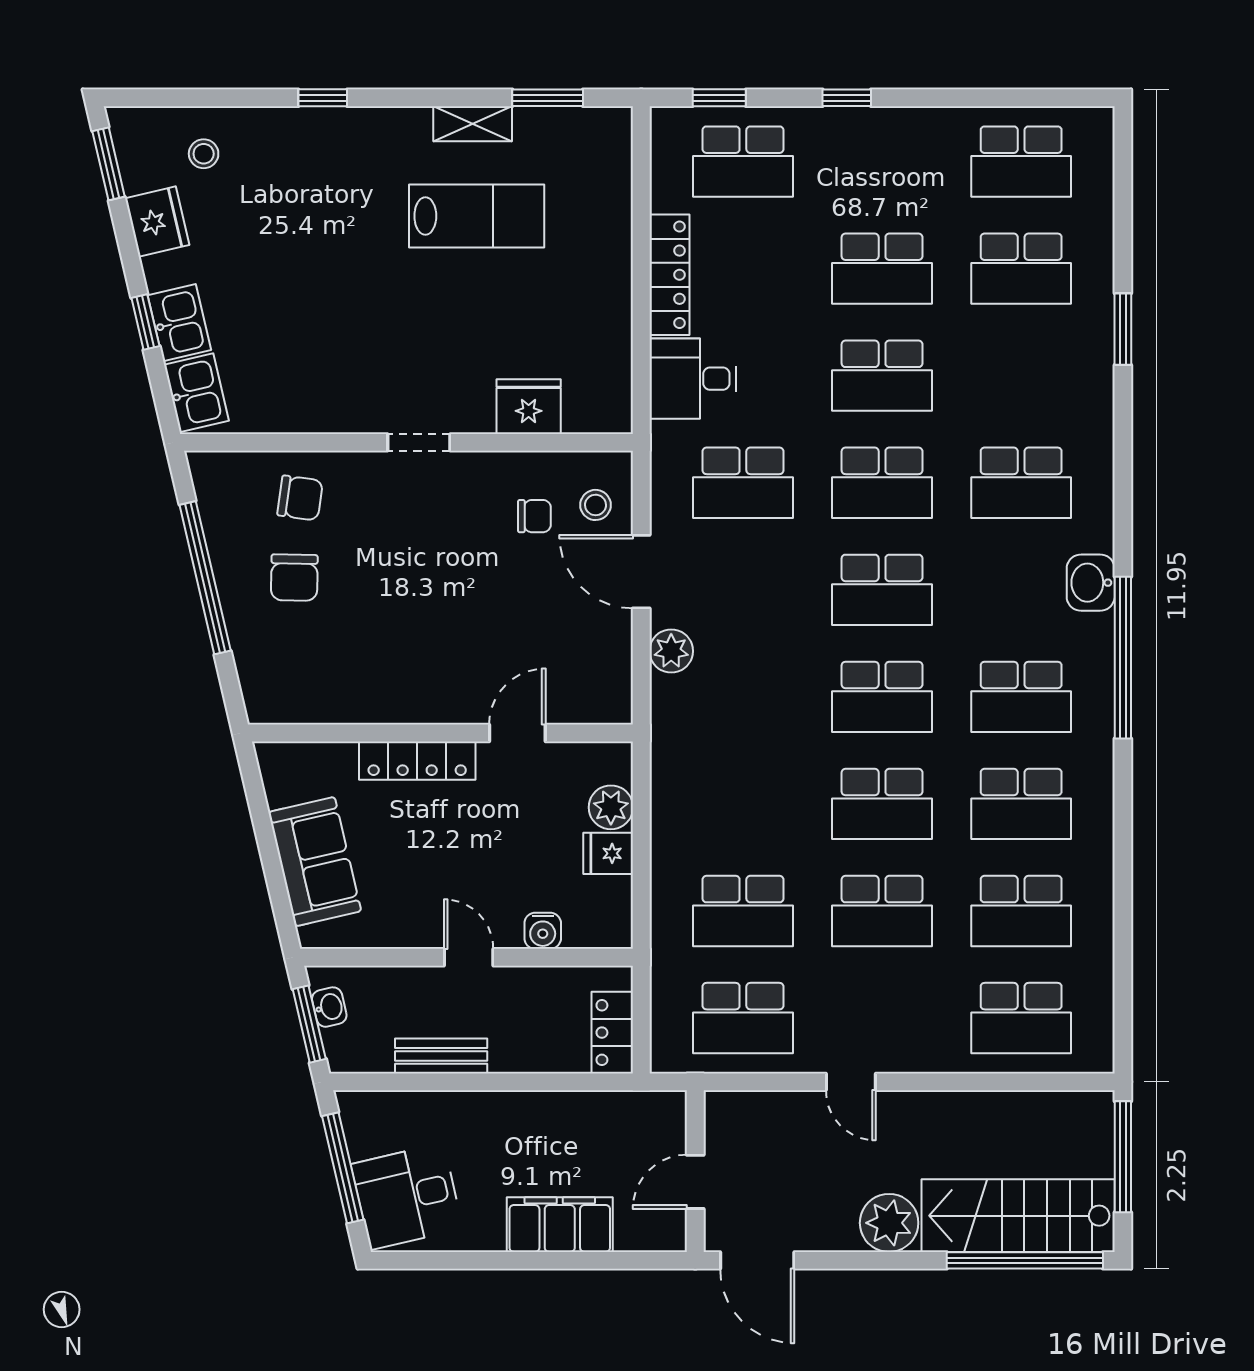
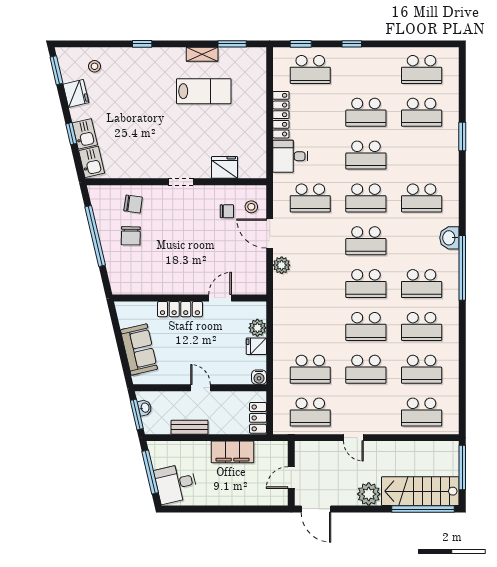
water cooler: (543, 931) -> (259, 377), moved
filing cabinet: (560, 1225) -> (233, 452), moved, turned 180

